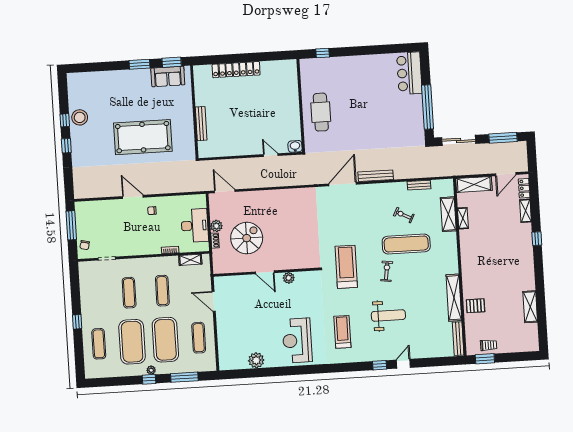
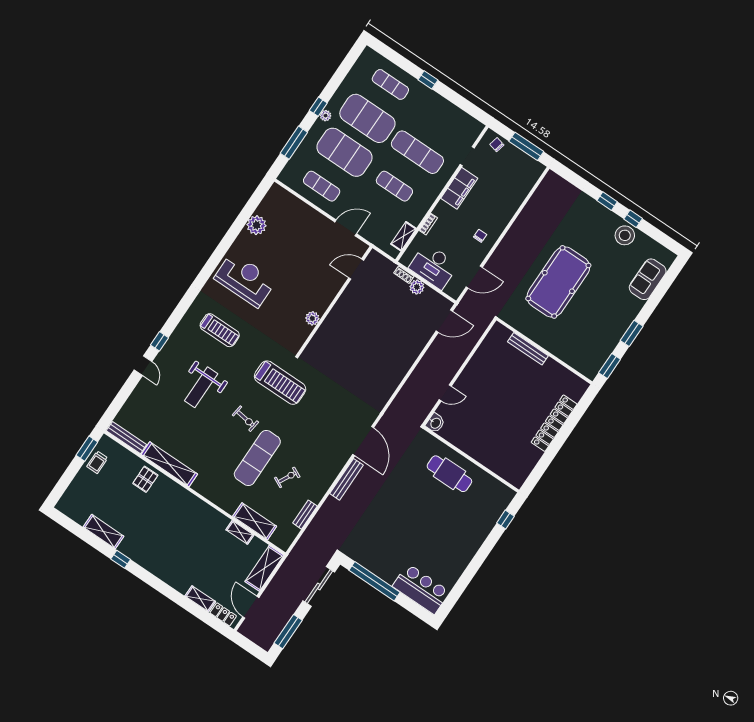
sofa: (168, 76) -> (648, 279), moved
door: (133, 197) -> (474, 277), moved
spiral stairs: (247, 238) -> (382, 307), removed
window: (537, 239) -> (121, 559), moved
filing cabinet: (132, 248) -> (459, 188), added
door: (265, 272) -> (356, 269), moved
exercise mat: (129, 293) -> (417, 152), width x1.36, depth x1.45

